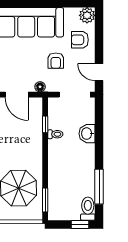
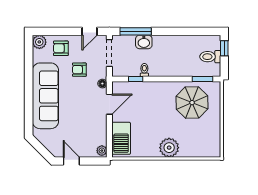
armchair: (80, 40) -> (61, 48), turned 90
armchair: (56, 61) -> (79, 70), turned 180
window: (99, 187) -> (136, 31), moved
toilet: (88, 209) -> (210, 57), moved

